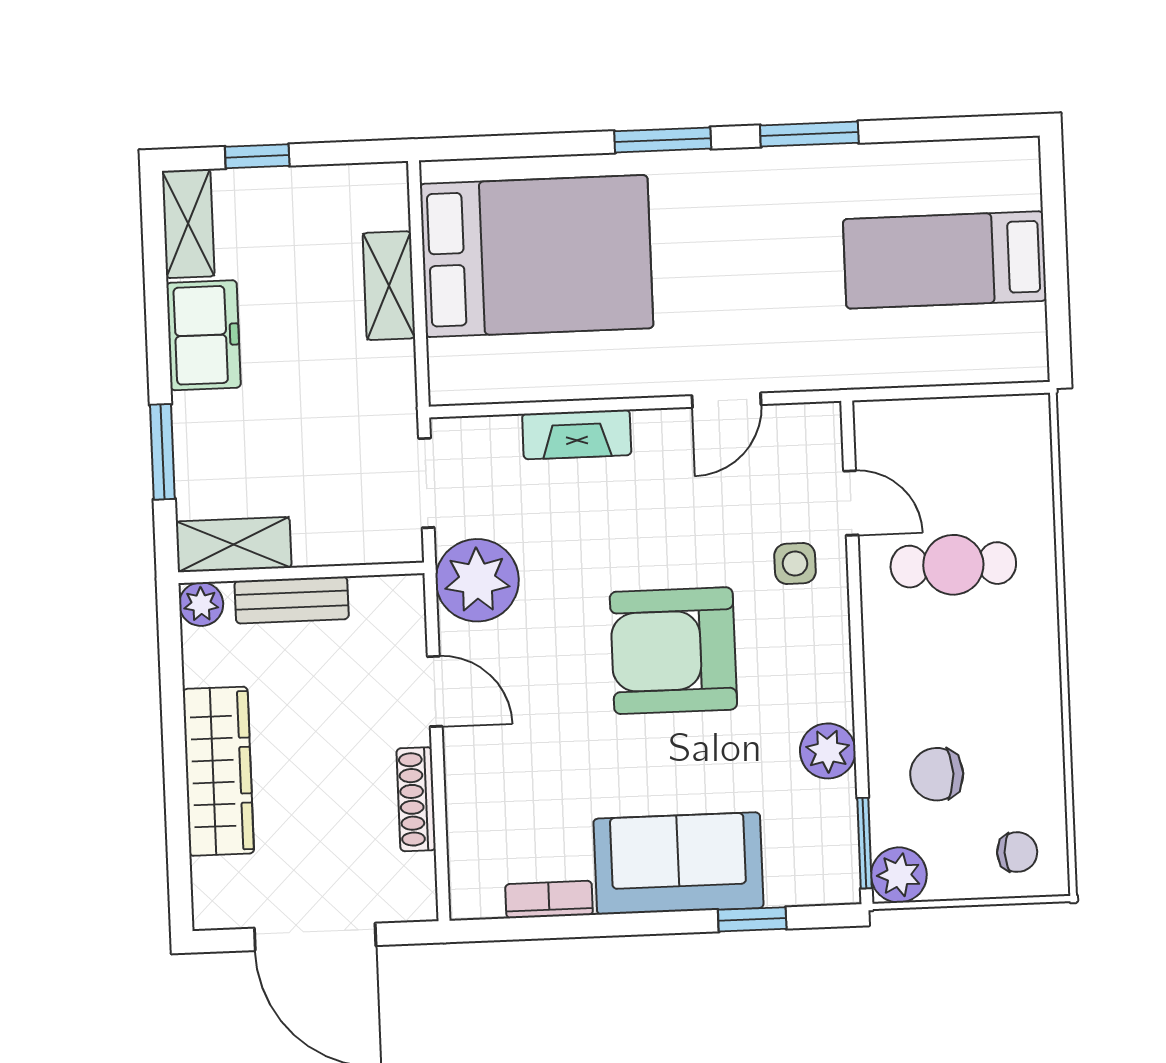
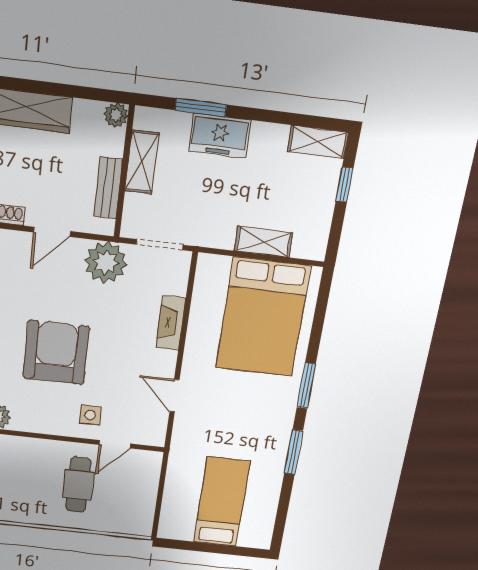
freezer: (204, 335) -> (220, 136), moved
shelving: (234, 545) -> (142, 162), moved
bench: (292, 600) -> (108, 188), moved

